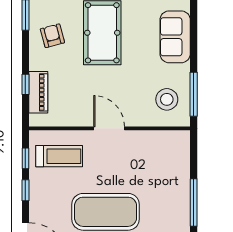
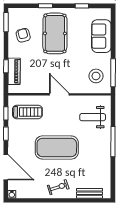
weight bench: (162, 164) -> (93, 117), added

